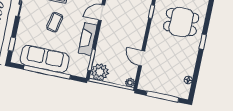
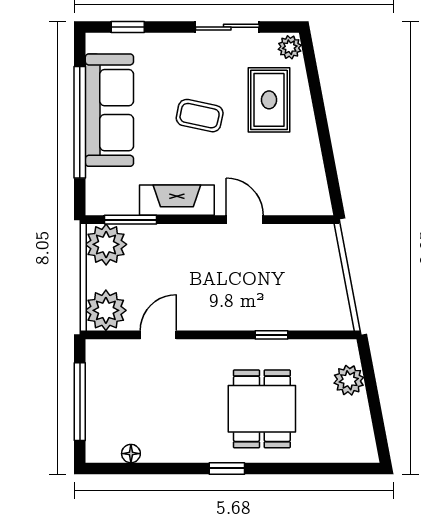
plant: (130, 83) -> (106, 310), width x1.87, depth x1.87

